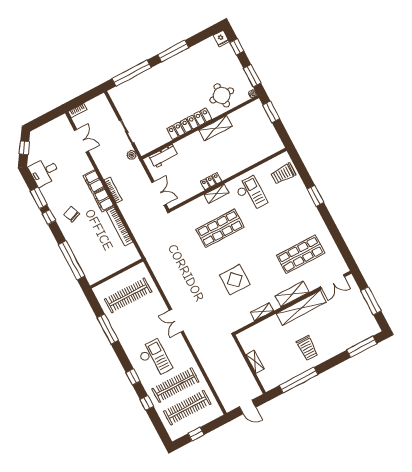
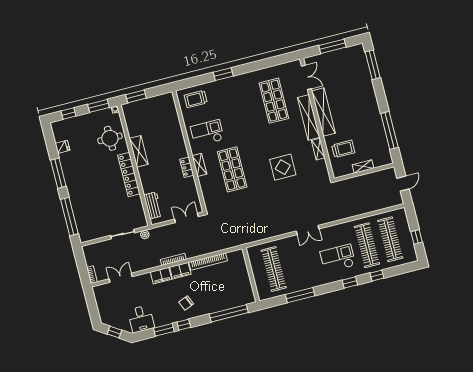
fridge: (221, 38) -> (62, 147), moved
trolley: (283, 174) -> (196, 99), turned 90
shelving: (292, 294) -> (309, 117), width x1.47
trolley: (307, 348) -> (343, 149), moved

